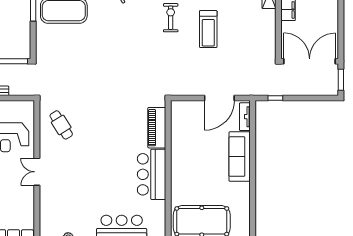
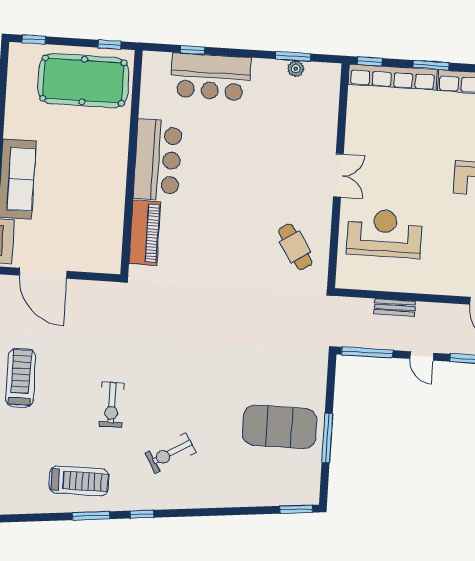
treadmill: (208, 29) -> (21, 378), moved
door: (219, 98) -> (43, 273), swing flipped

